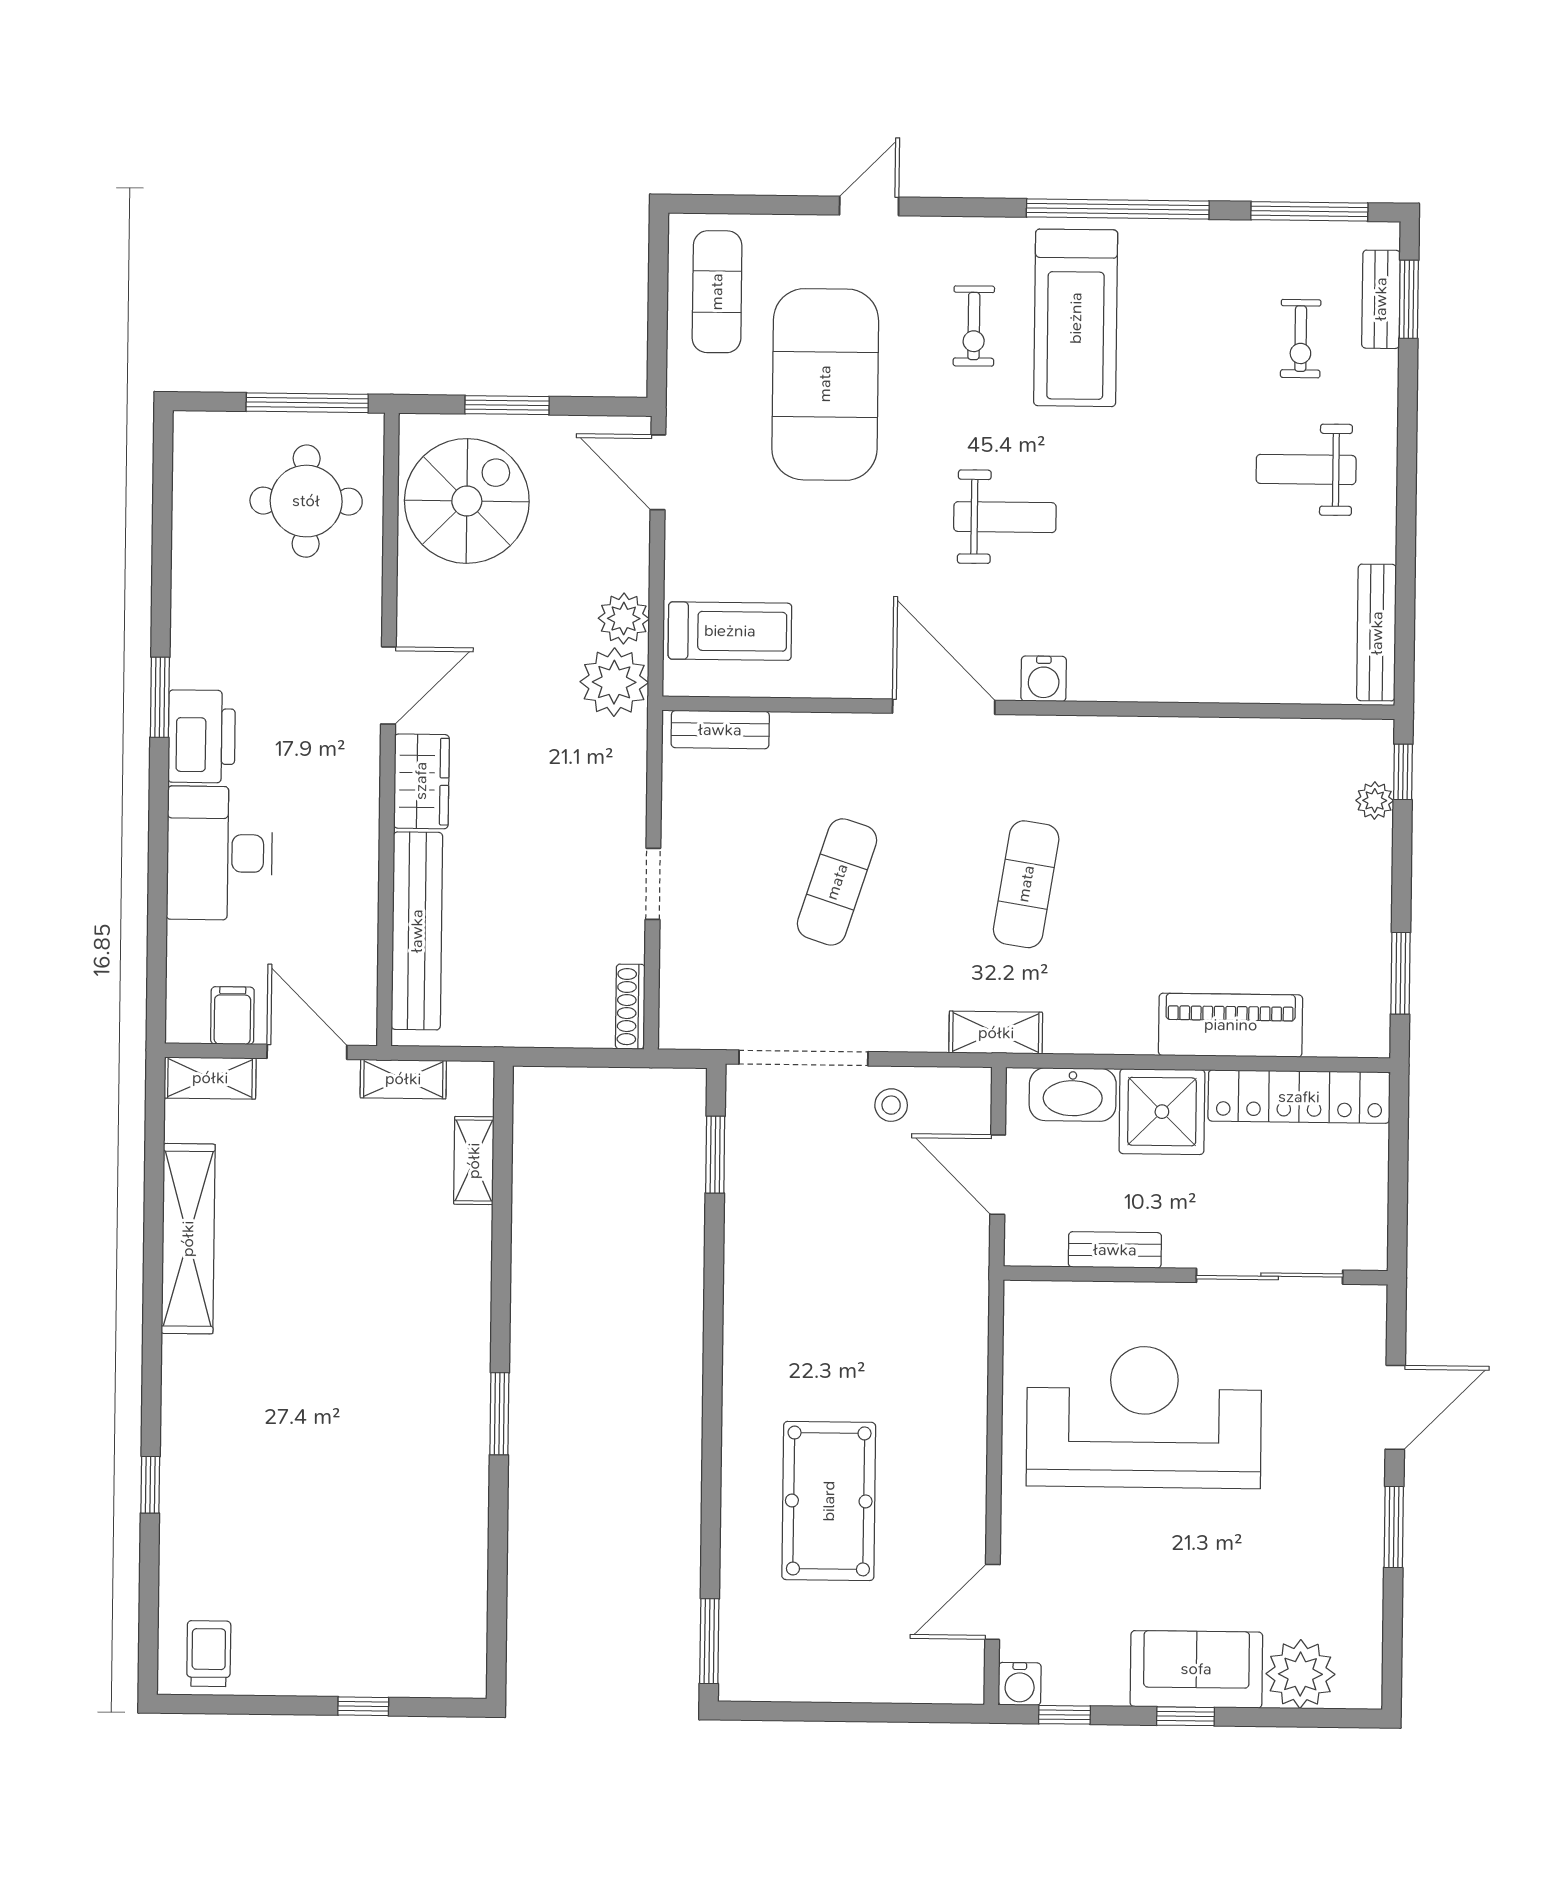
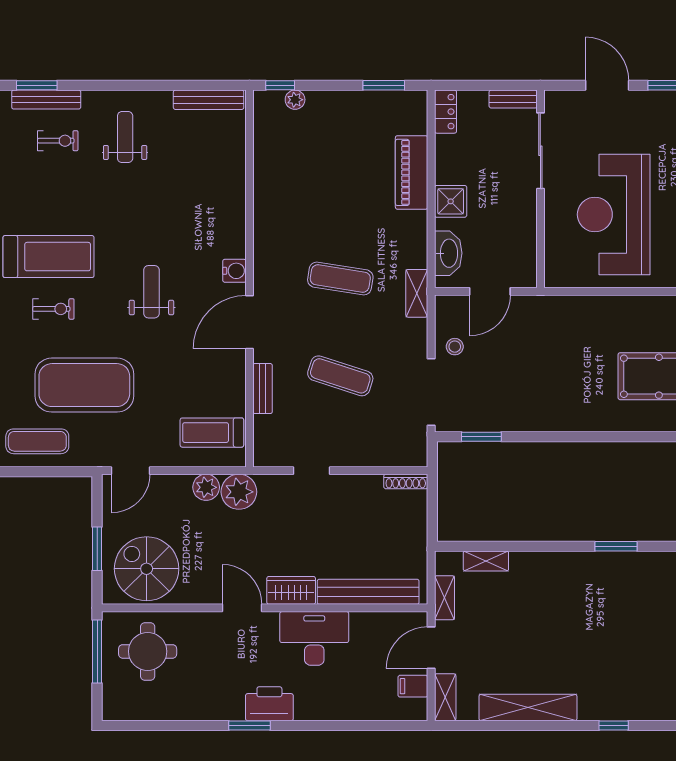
bench: (1381, 299) -> (46, 100), width x1.36
weight bench: (1306, 469) -> (125, 137), turned 180
treadmill: (730, 631) -> (212, 433), turned -90
bench: (720, 730) -> (263, 389), moved
desk: (219, 853) -> (314, 638), moved, turned 180
doorway: (653, 884) -> (312, 471), moved
locker: (1299, 1097) -> (446, 112), width x0.46, depth x0.83
shower: (1162, 1112) -> (451, 201), width x0.73, depth x0.73
bench: (1115, 1250) -> (513, 99), moved, turned 90
window: (150, 1485) -> (614, 725), moved

